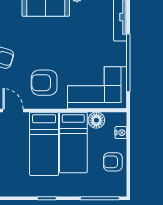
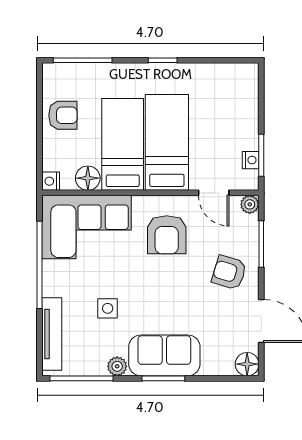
side table: (83, 34) -> (108, 308), added
armchair: (44, 83) -> (167, 235), turned 90
nightstand: (121, 133) -> (51, 181), moved

